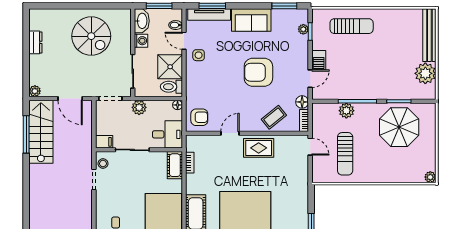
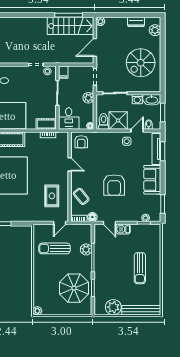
plant: (47, 16) -> (155, 30), added
sun lounger: (352, 26) -> (140, 268), moved
armchair: (258, 72) -> (114, 185), turned 180
rug: (259, 148) -> (52, 196), moved

